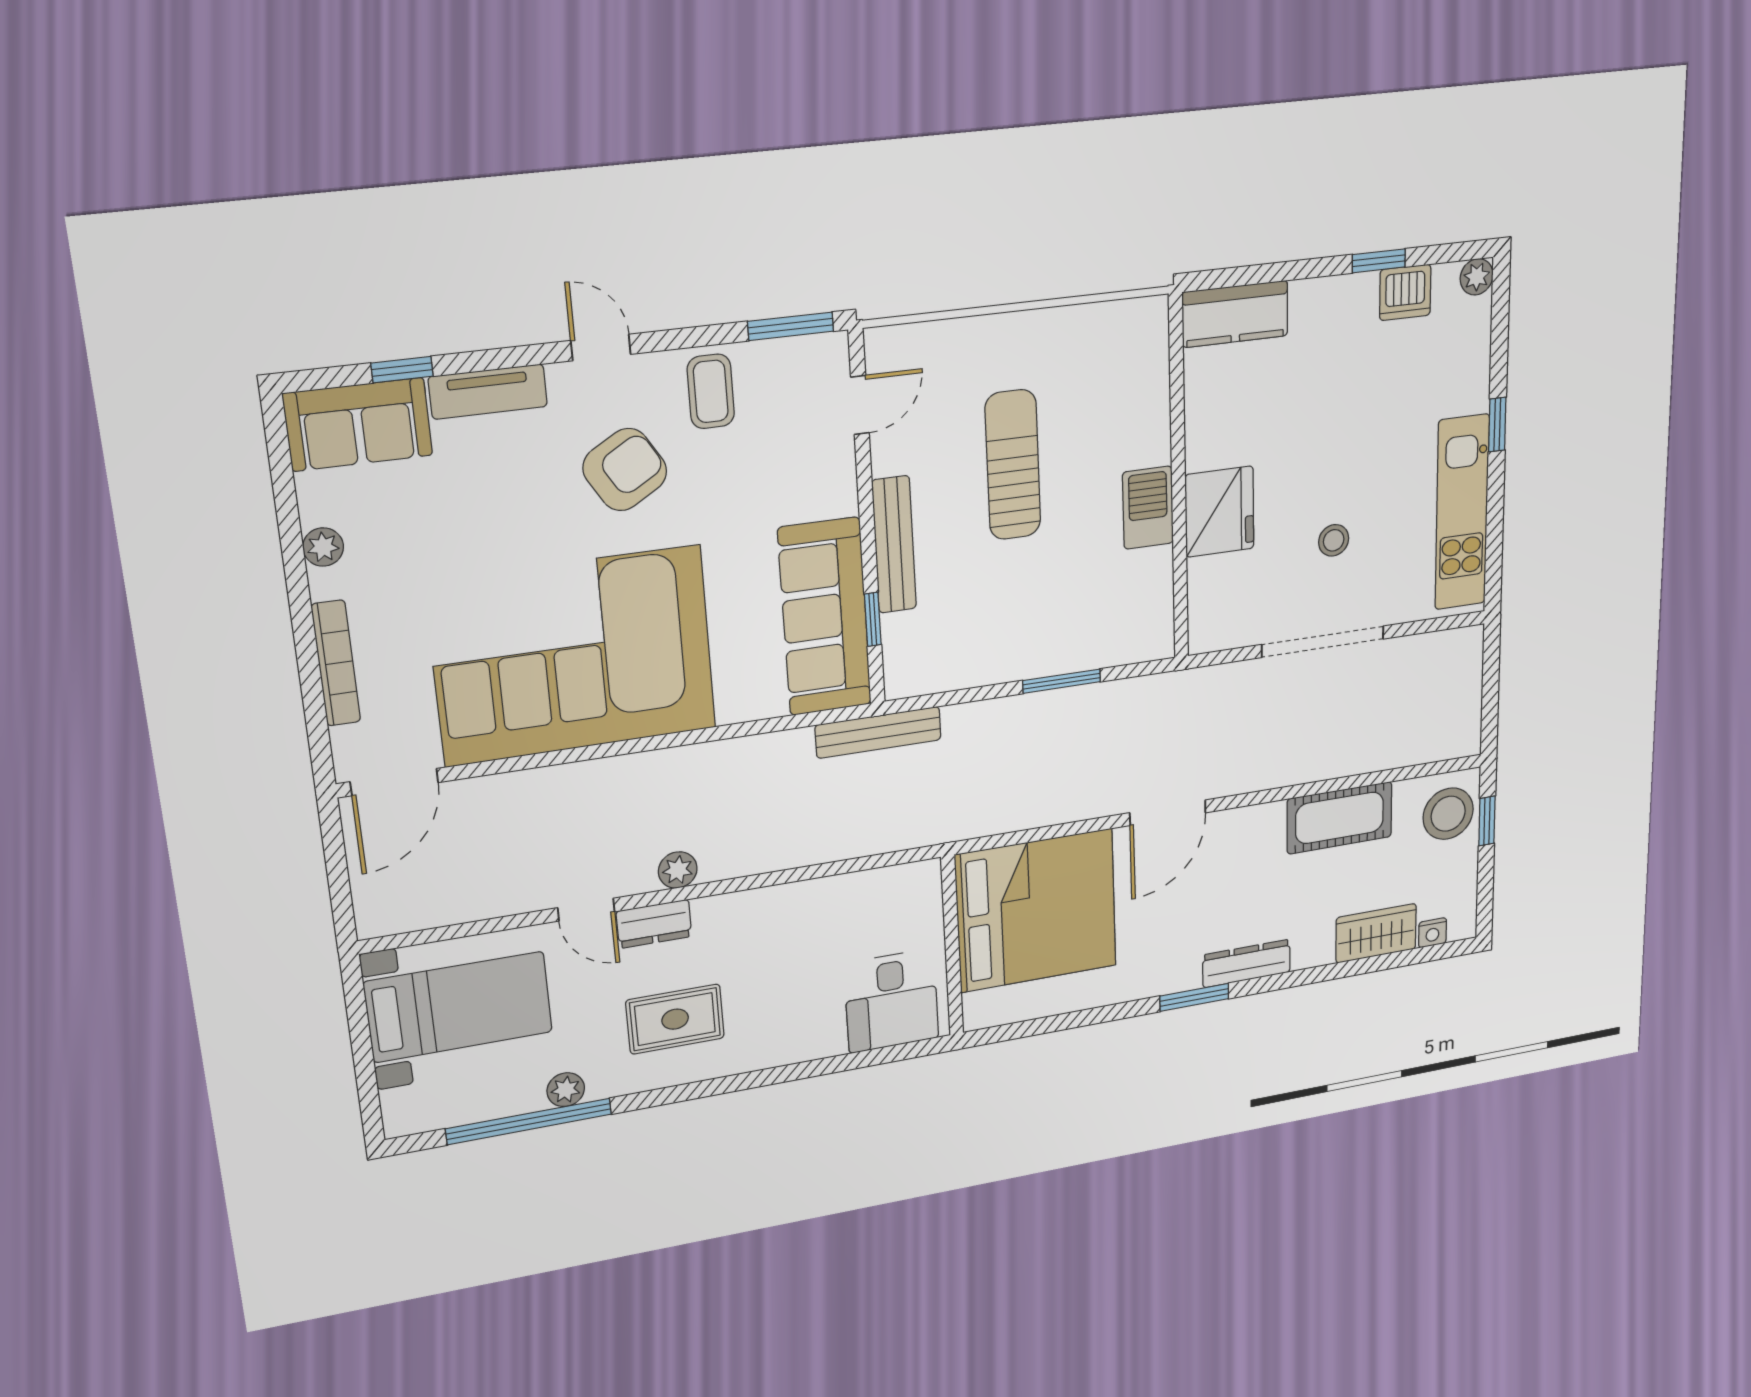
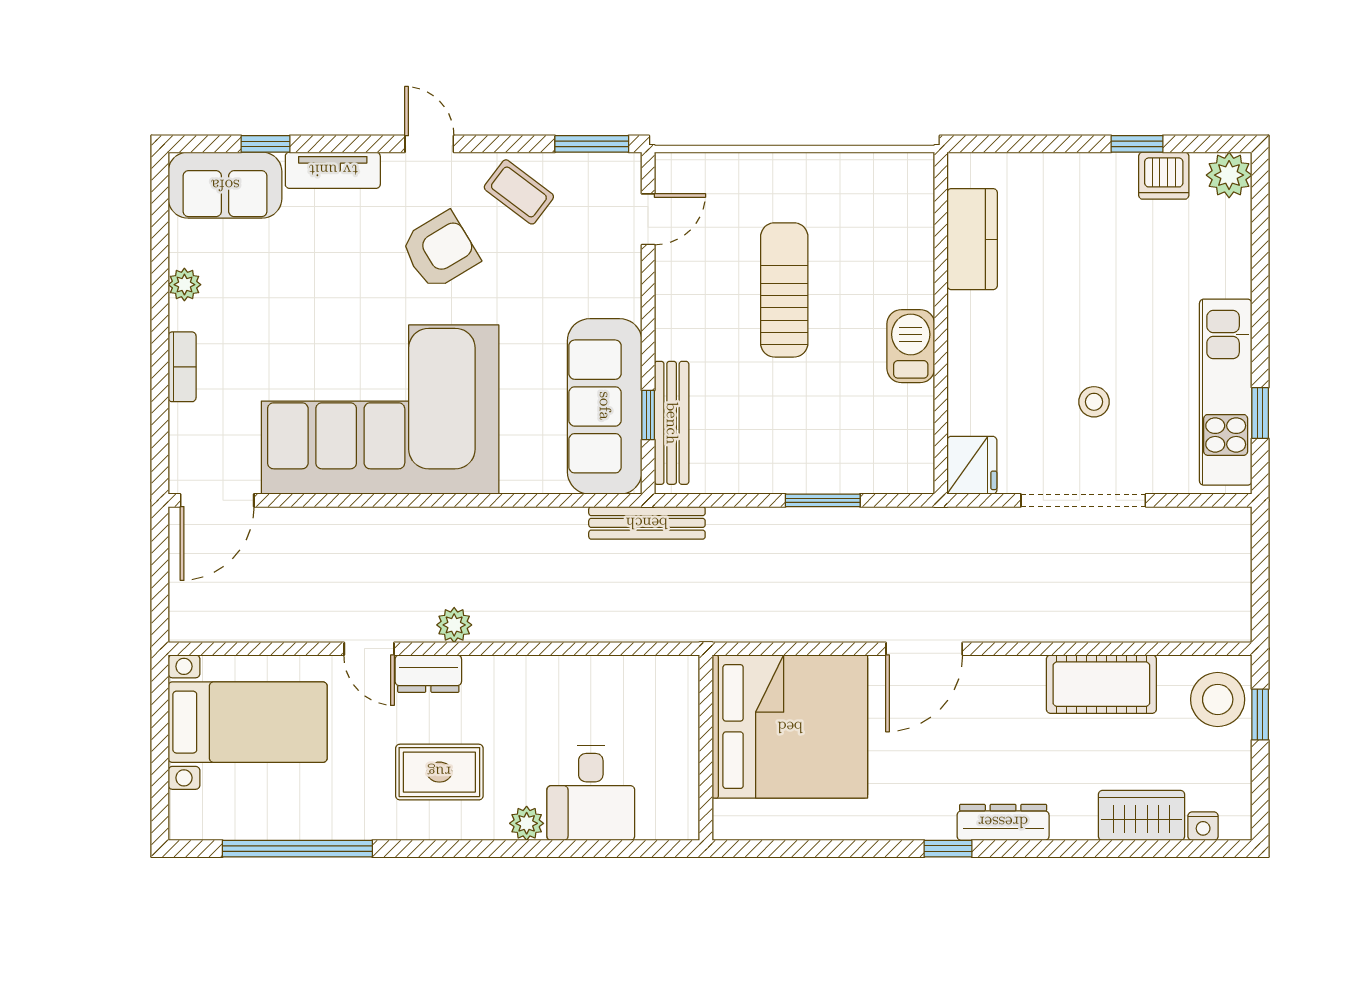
plant: (1477, 277) -> (1229, 175), width x1.38, depth x1.38
kitchen counter: (1235, 314) -> (972, 239), moved, turned -90
coffee table: (711, 391) -> (519, 192), turned -53
window: (1497, 425) -> (1260, 413), moved
fridge: (1220, 512) -> (972, 465), moved, width x0.73, depth x0.75
bench: (894, 545) -> (672, 423), moved
bookcase: (336, 663) -> (182, 367), width x0.64
window: (1194, 997) -> (948, 849), width x0.67
desk: (892, 1001) -> (591, 793), moved
plant: (566, 1090) -> (527, 823), moved

